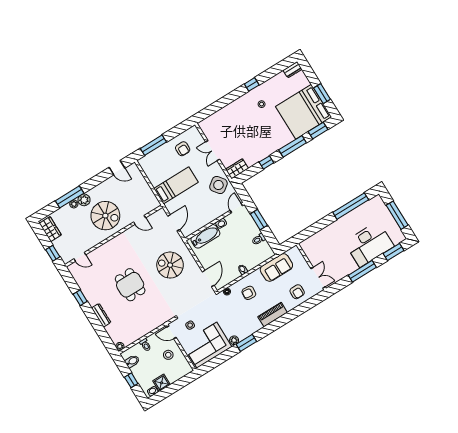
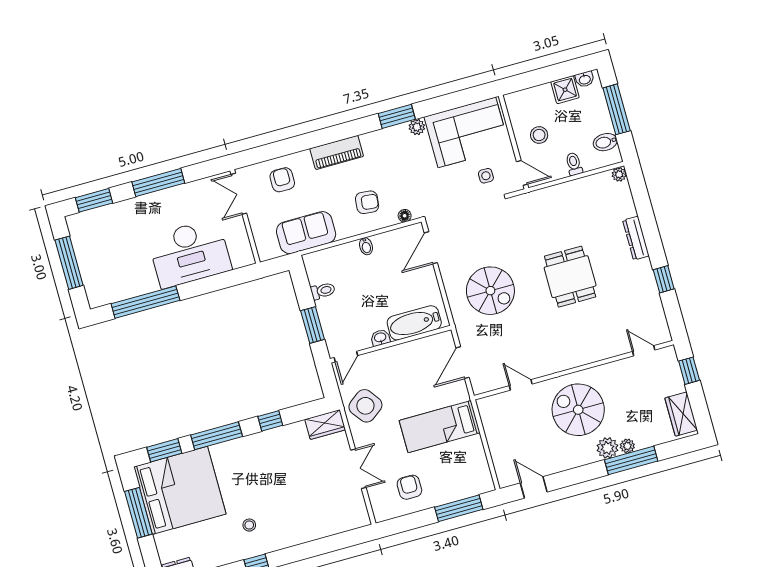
window: (322, 94) -> (138, 513), width x1.44
desk: (369, 244) -> (190, 253), moved, turned 180
window: (131, 380) -> (617, 109), width x2.17

